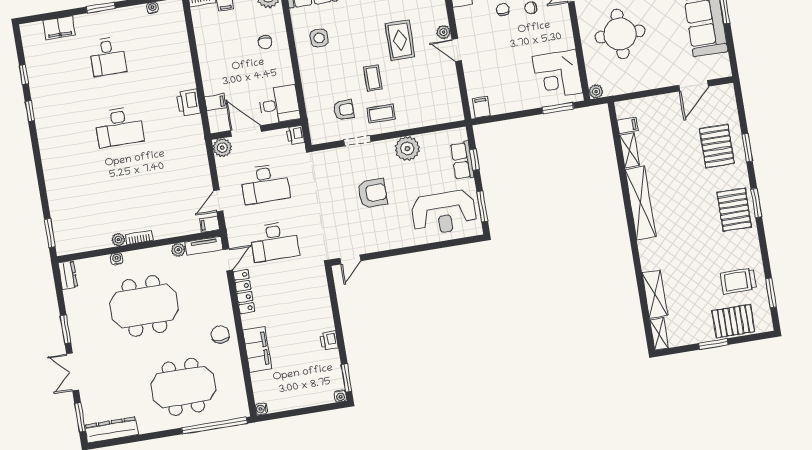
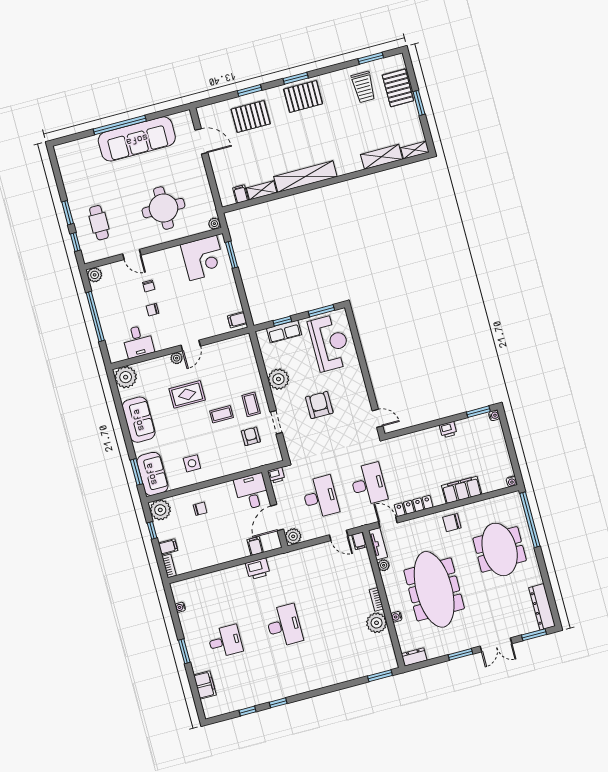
plant: (118, 240) -> (377, 623), width x1.87, depth x1.87
meeting table: (144, 306) -> (434, 589), width x1.36

